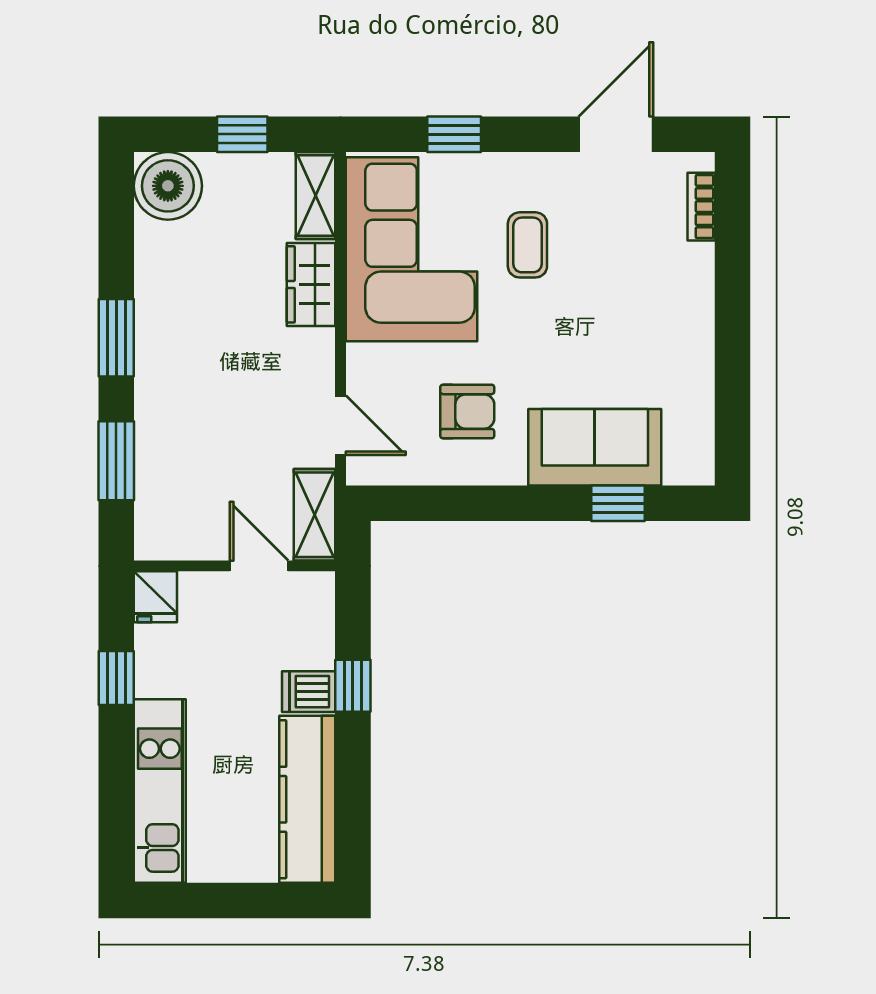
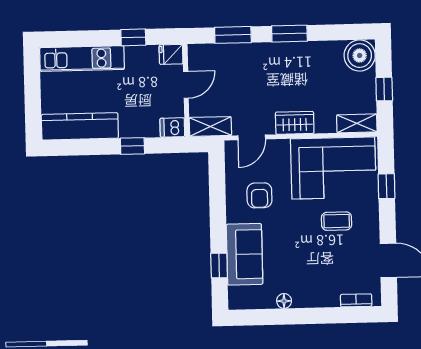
wardrobe: (311, 284) -> (295, 123), moved
floor lamp: (699, 364) -> (284, 301), added
door: (259, 566) -> (186, 85), moved
dishwasher: (309, 692) -> (172, 127), moved, turned -90

